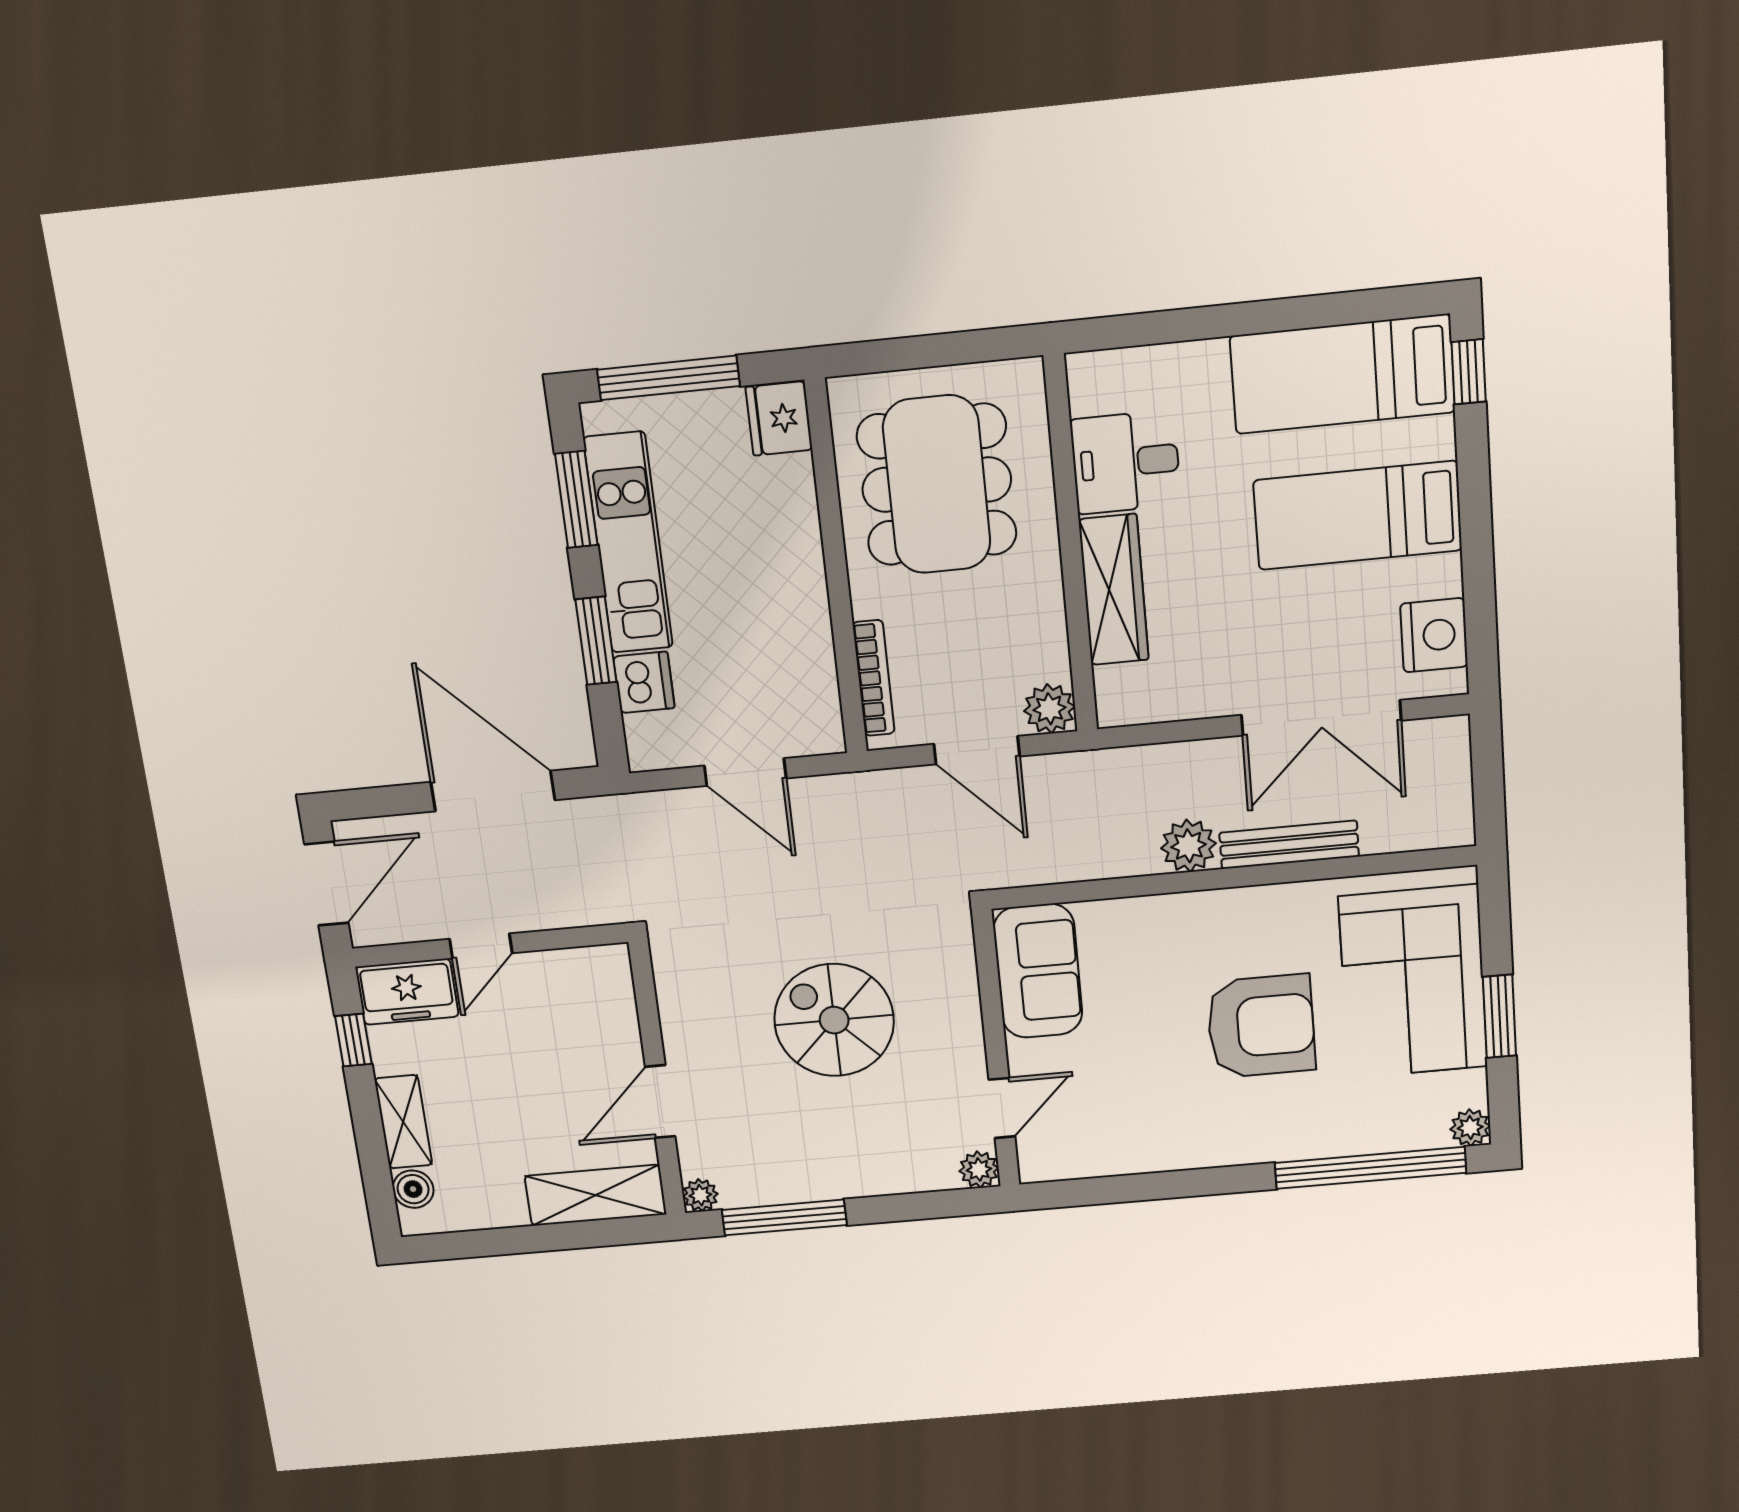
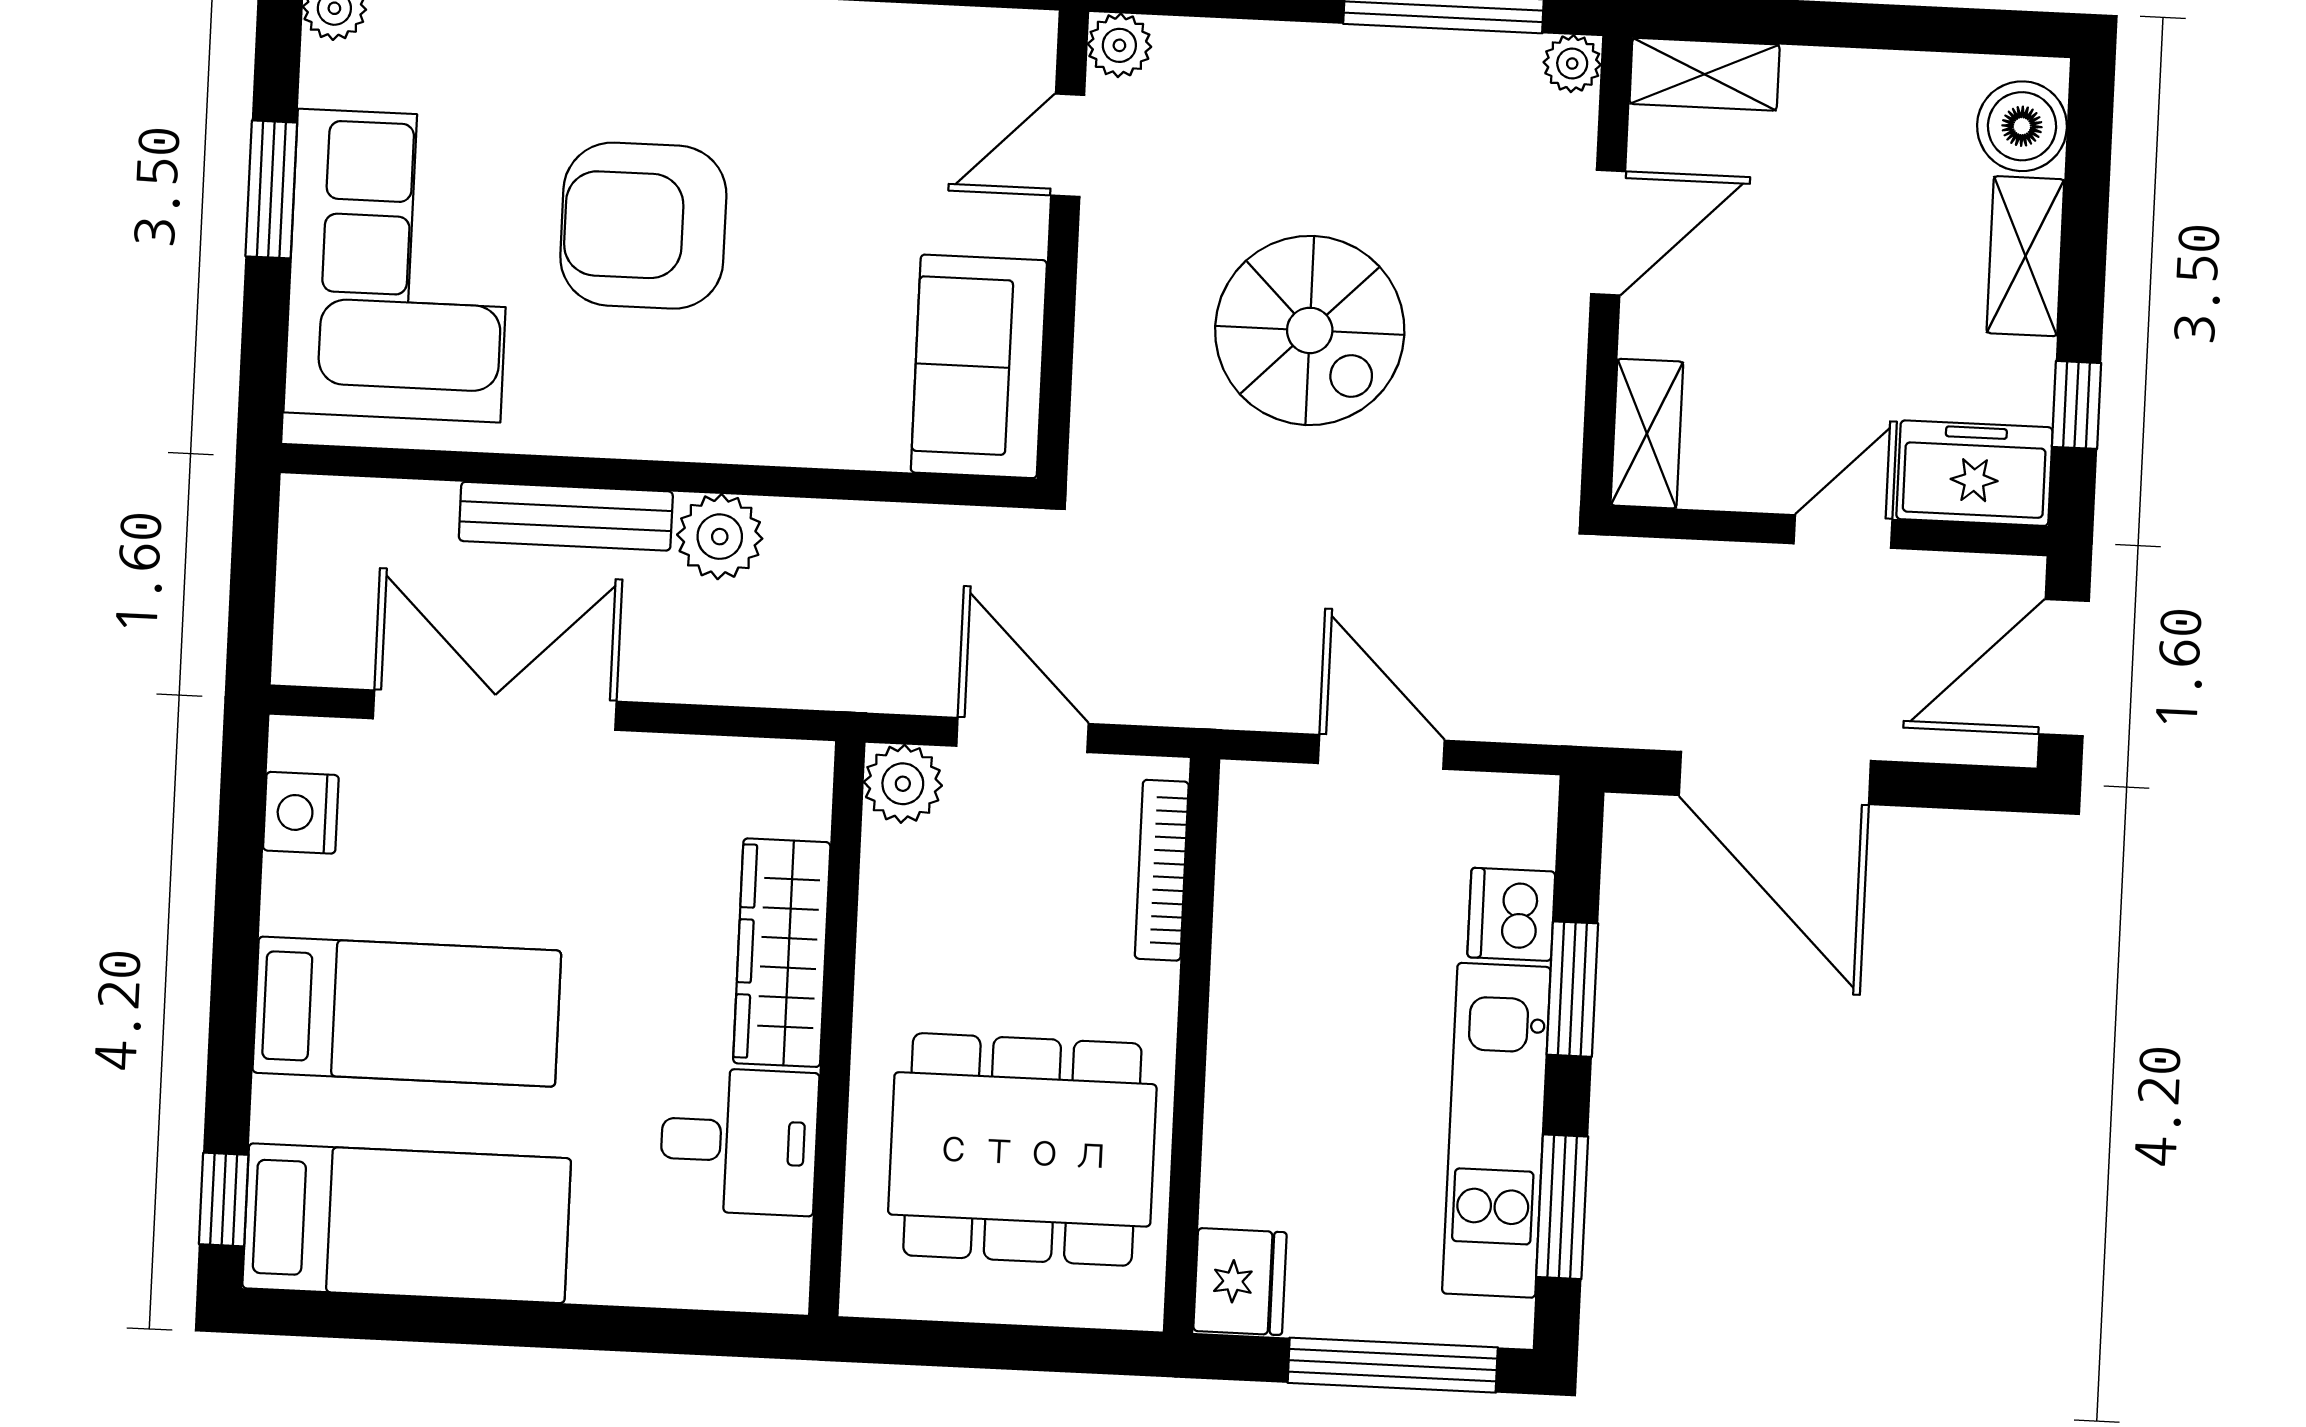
dining table: (937, 485) -> (1022, 1149), turned 90
nightstand: (1434, 635) -> (301, 813), width x0.74, depth x0.75
shelving: (614, 988) -> (1647, 434), added
boiler: (413, 1189) -> (2022, 126), width x1.36, depth x1.36
shelving: (596, 1195) -> (1705, 74), width x0.67, depth x0.75

